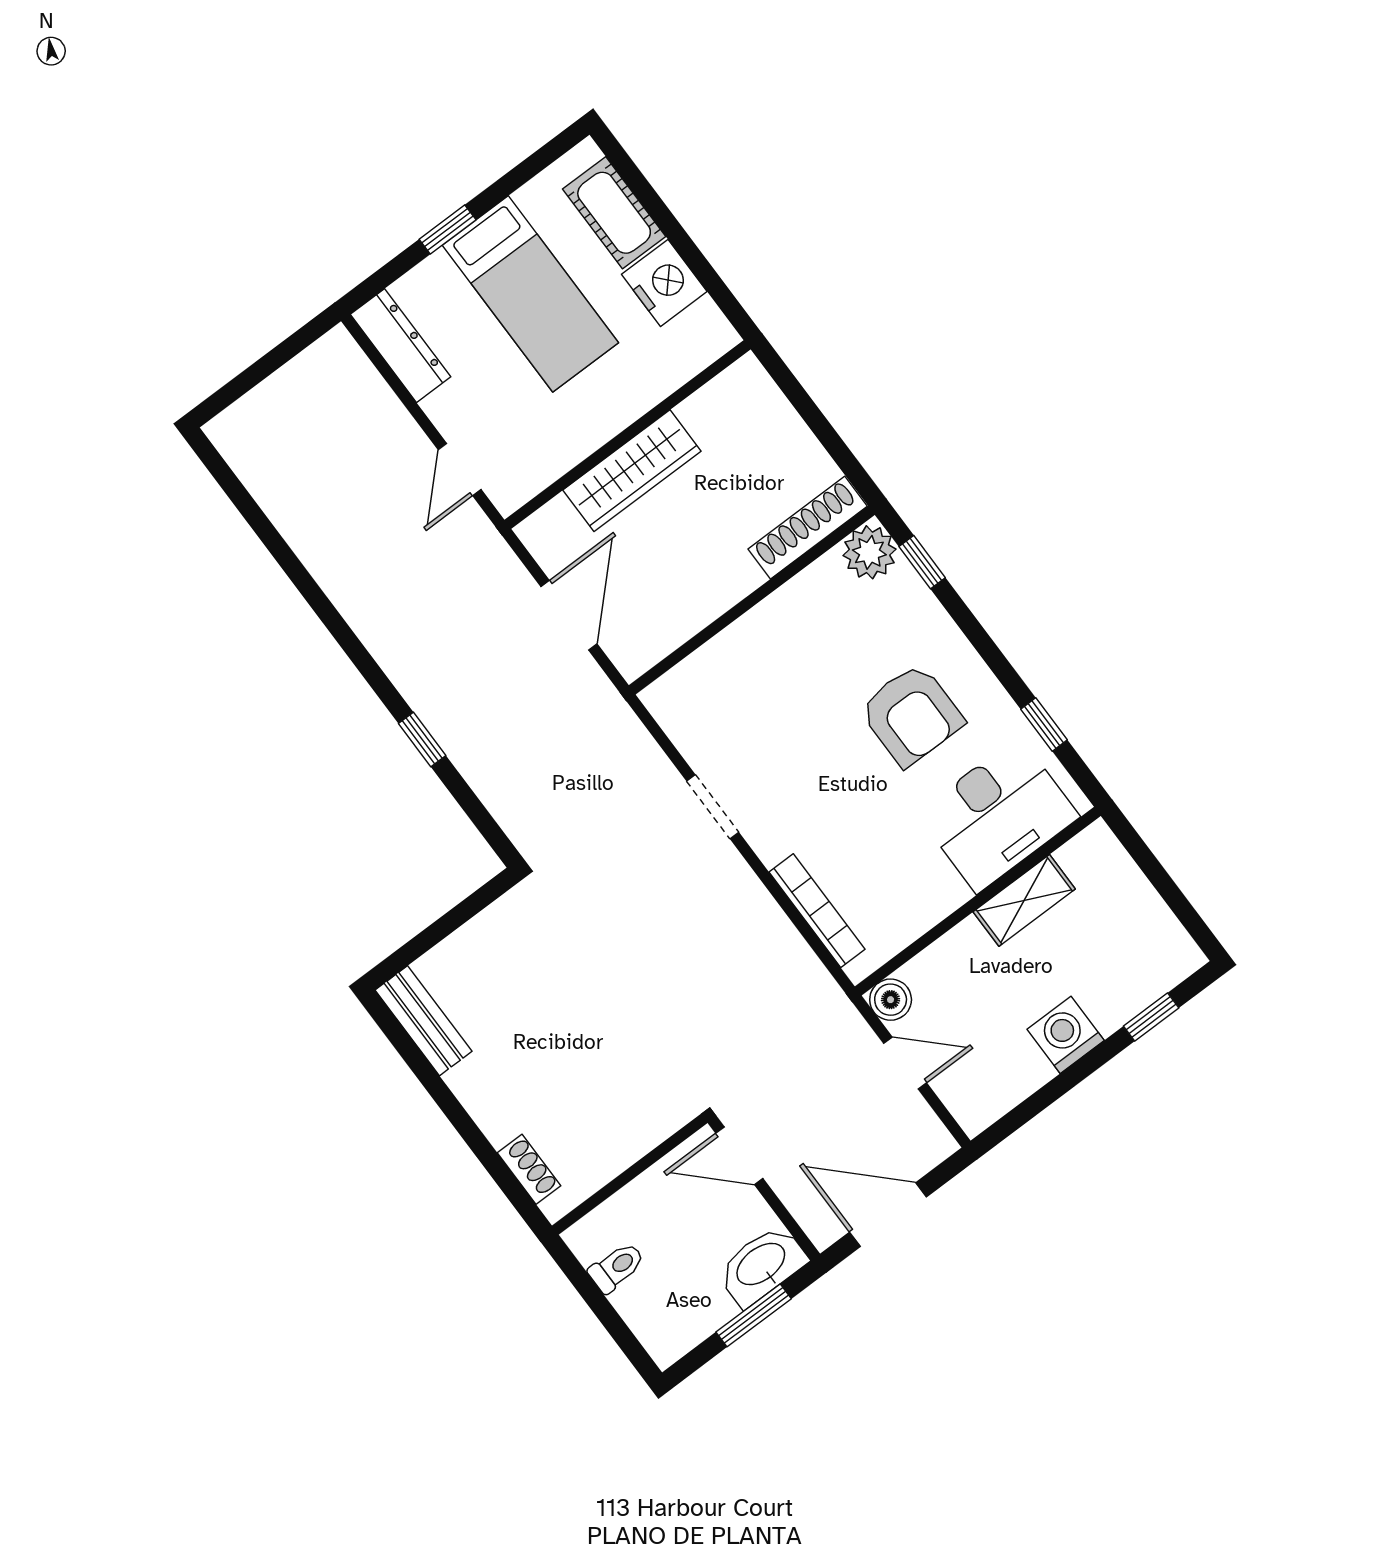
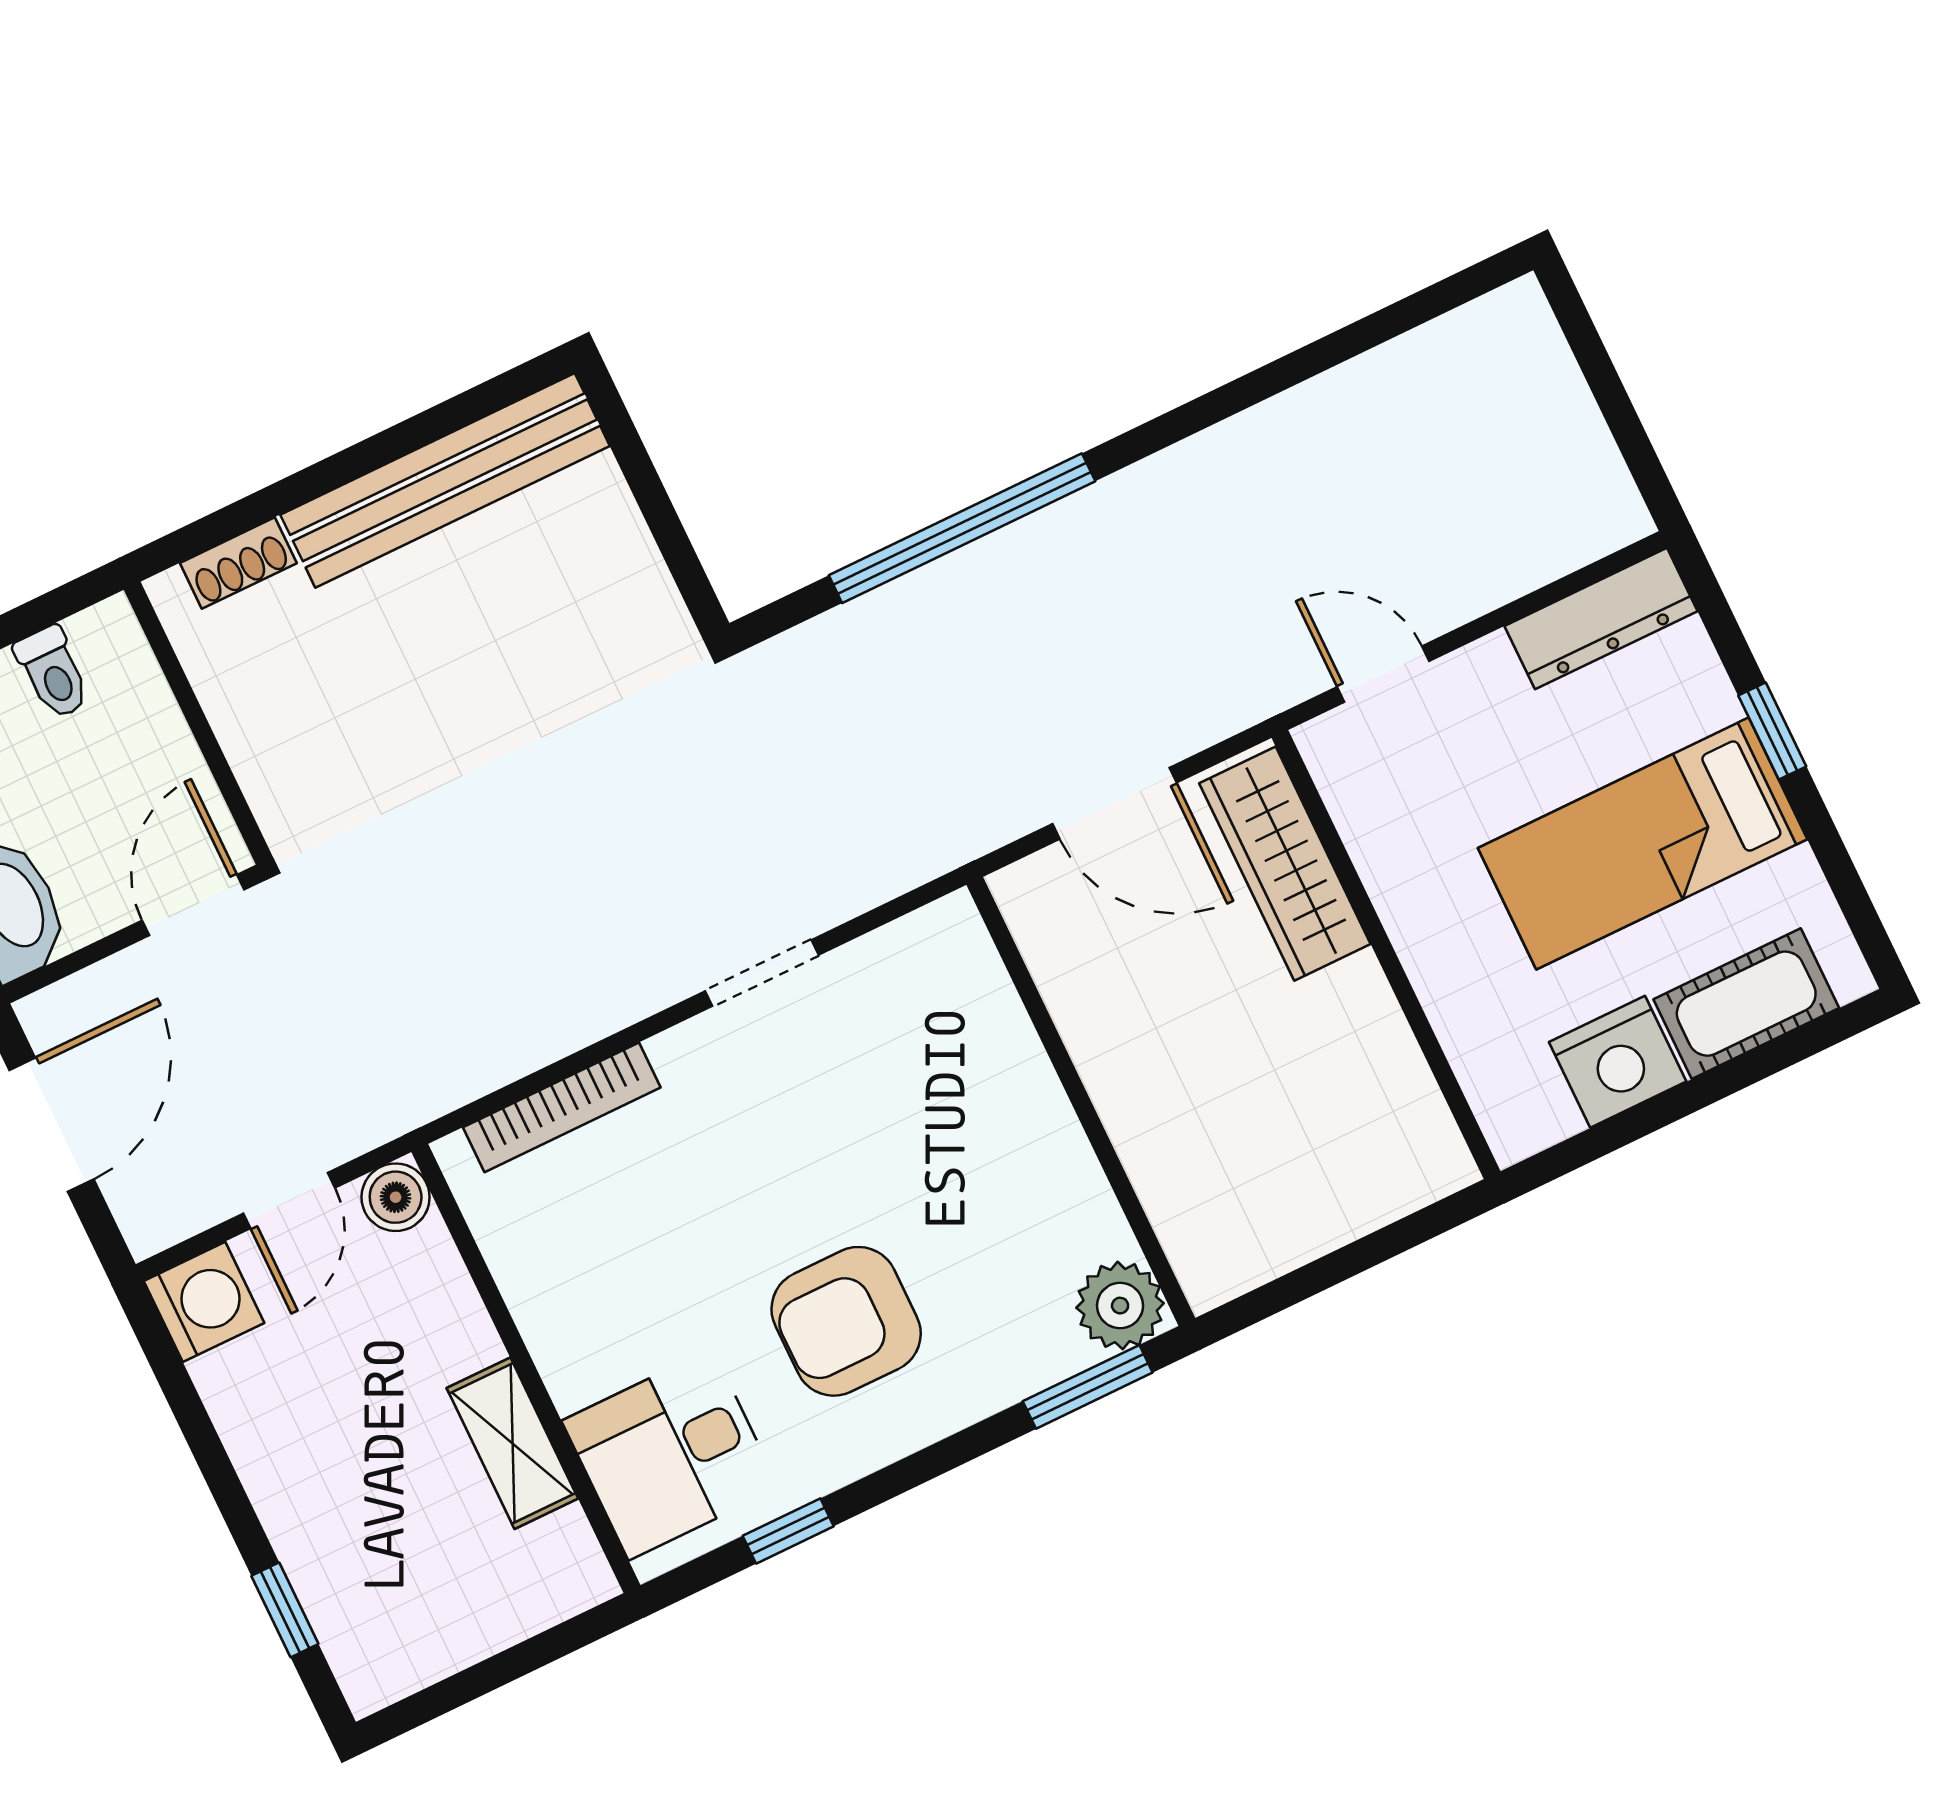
wardrobe: (632, 471) -> (1285, 864), moved
shoe rack: (808, 528) -> (1179, 1214), removed
window: (922, 562) -> (1088, 1387), width x1.50
window: (422, 739) -> (962, 528), width x3.17
desk: (998, 815) -> (671, 1454), width x0.73
bench: (424, 1021) -> (445, 480), width x1.86, depth x1.21
washing machine: (1066, 1035) -> (204, 1302), moved

